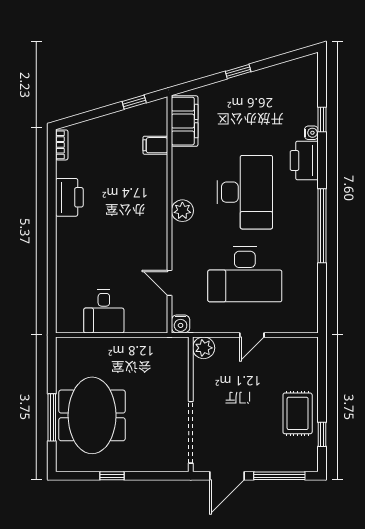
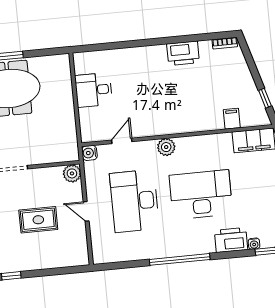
desk: (245, 192) -> (201, 195), turned 180
plant: (182, 211) -> (166, 147), moved
rug: (298, 413) -> (38, 220), moved

